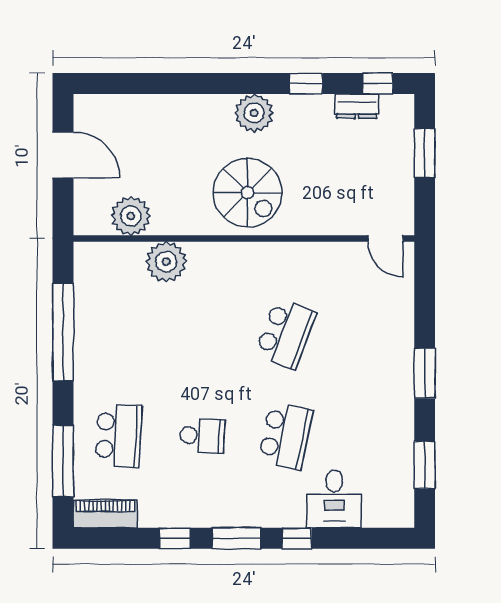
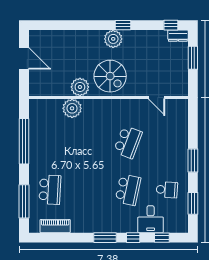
window: (306, 84) -> (123, 25), moved
dresser: (357, 106) -> (178, 36), moved
plant: (131, 216) -> (80, 87), moved
door: (385, 238) -> (157, 97), moved
school desk: (202, 436) -> (167, 190), moved
piano: (105, 514) -> (55, 226), moved
window: (175, 538) -> (162, 238), moved

